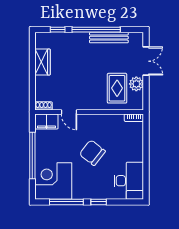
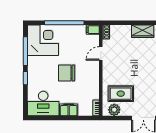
plant: (136, 84) -> (114, 110), moved
filing cabinet: (46, 122) -> (93, 30), width x0.50
filing cabinet: (136, 150) -> (69, 110), added
chair: (92, 153) -> (67, 73), turned -128

